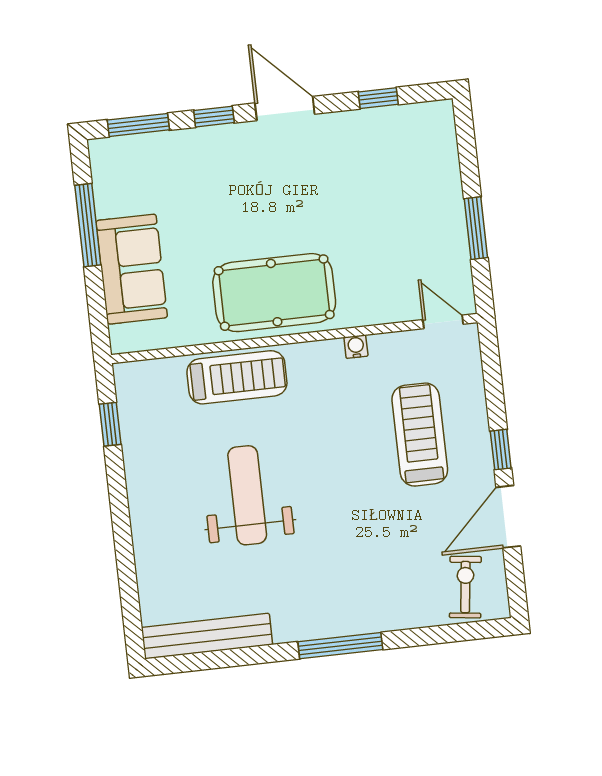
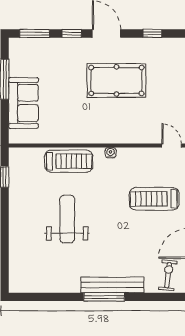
pool table: (274, 293) -> (116, 80), moved
water cooler: (356, 347) -> (111, 153), moved
treadmill: (420, 435) -> (154, 199), turned -90
bench: (207, 636) -> (112, 285), moved

